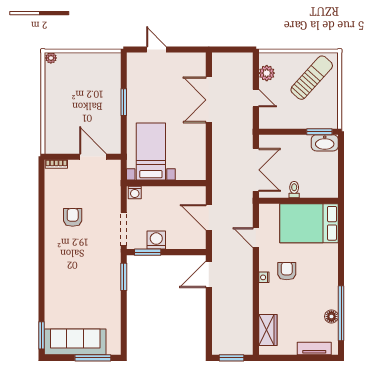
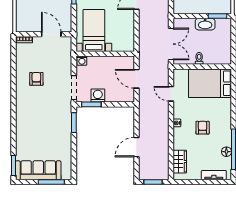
washbasin: (325, 143) -> (205, 24), moved
armchair: (287, 271) -> (203, 128), moved
door: (209, 274) -> (136, 147), moved

